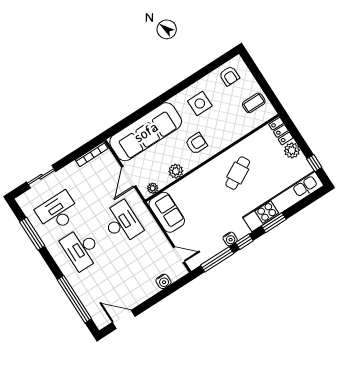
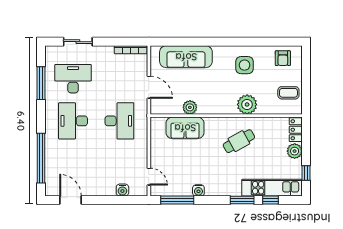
sofa: (146, 132) -> (186, 57), width x0.74, depth x0.79
armchair: (196, 144) -> (221, 96), removed
door: (129, 177) -> (149, 87), swing flipped
plant: (153, 188) -> (247, 104), moved, width x1.88, depth x1.88
kitchen unit: (283, 201) -> (272, 188), width x0.73
sofa: (167, 212) -> (185, 128), moved, turned 90
window: (244, 242) -> (270, 200), moved

